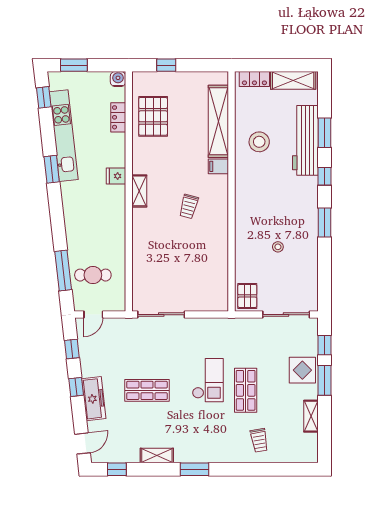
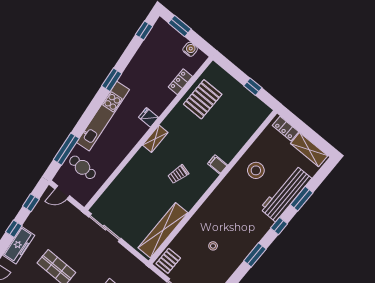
window: (166, 65) -> (253, 87), moved
water cooler: (118, 79) -> (190, 49), moved
shelving: (218, 121) -> (163, 230), moved
kitchen unit: (64, 136) -> (103, 116), moved

